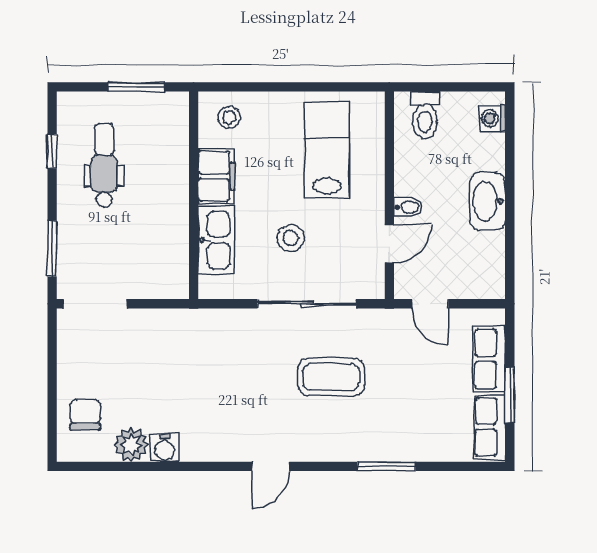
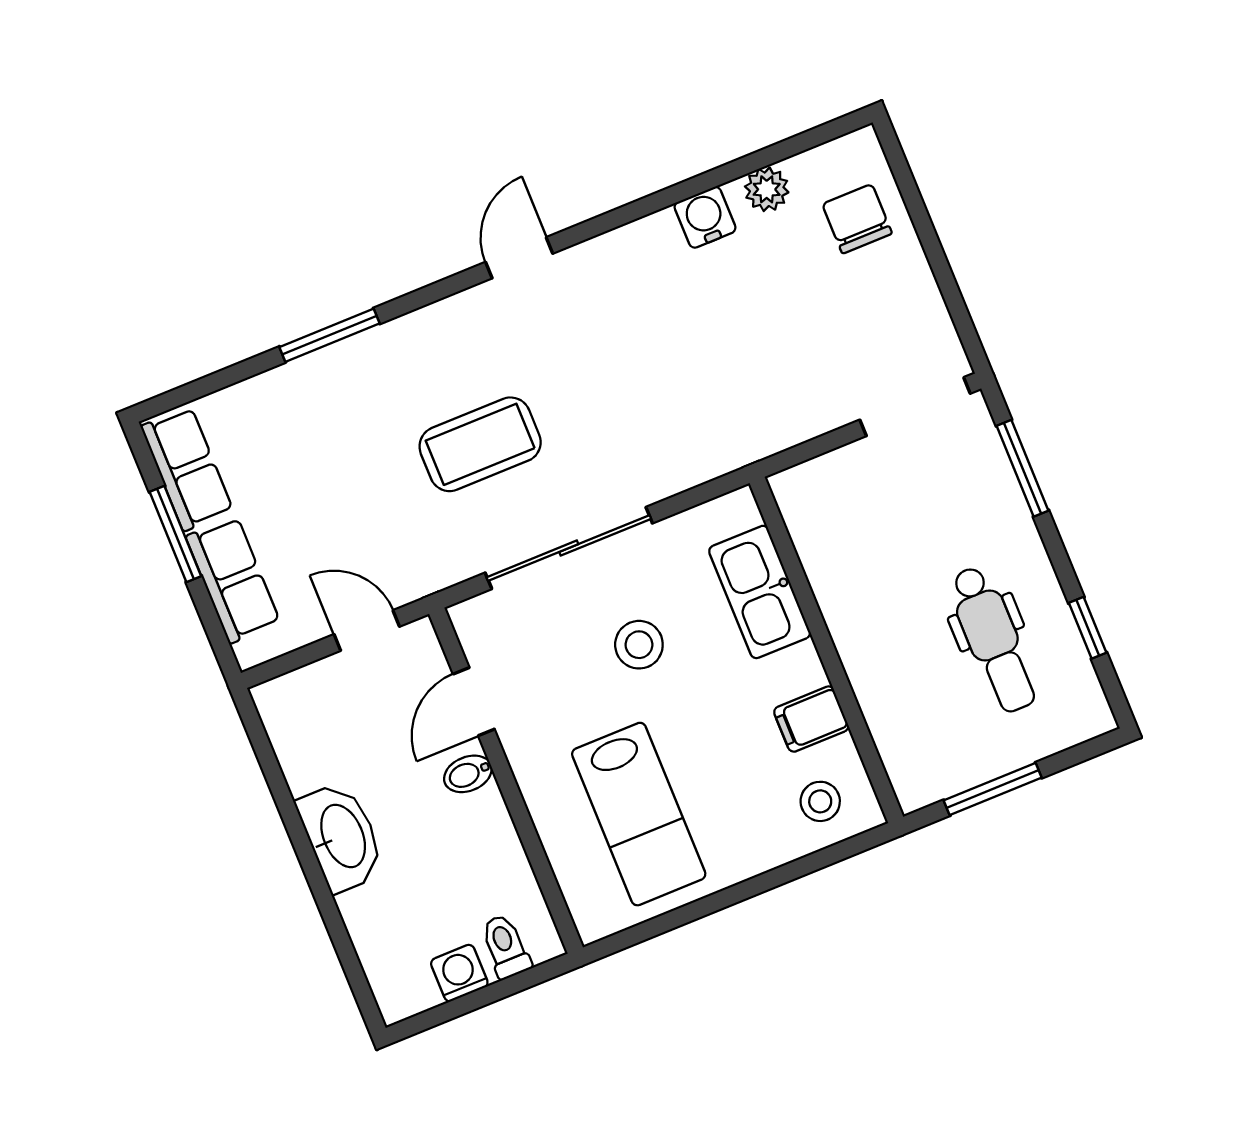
toilet: (425, 115) -> (506, 946), width x0.73, depth x0.72
washing machine: (492, 118) -> (459, 973), moved, turned -90
filing cabinet: (216, 176) -> (811, 719), width x0.50
chair: (85, 415) -> (857, 219), turned 180
plant: (131, 445) -> (767, 189), width x0.73, depth x0.73

